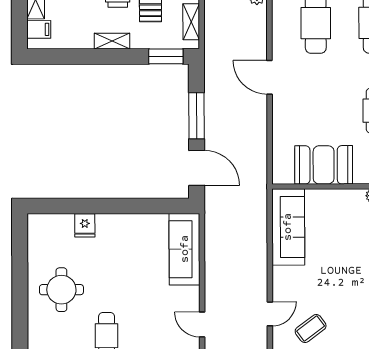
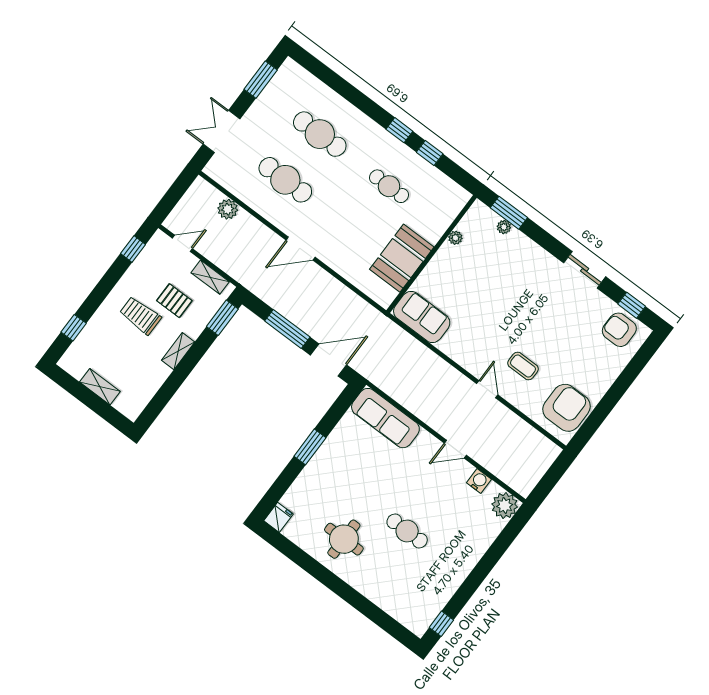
filing cabinet: (39, 29) -> (125, 402), removed
window: (115, 206) -> (310, 447), added
fridge: (85, 225) -> (278, 517), moved, turned -90
sofa: (288, 227) -> (422, 317), width x0.73
coffee table: (311, 329) -> (523, 366), turned -53

